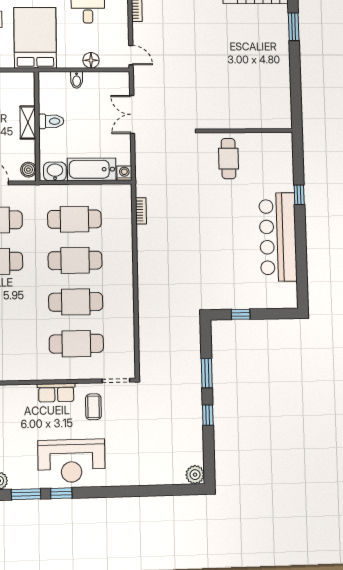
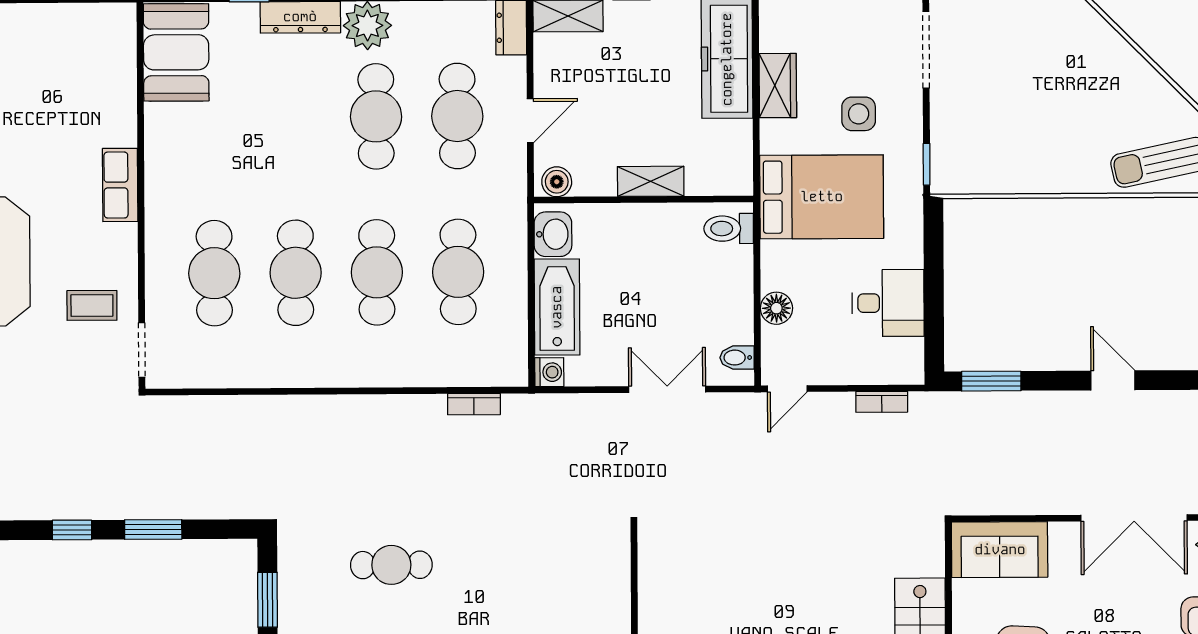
bidet: (77, 80) -> (737, 358), moved
toilet: (51, 121) -> (729, 229), moved, turned 90
cafe table: (229, 159) -> (391, 565), moved
window: (241, 314) -> (268, 600), width x1.50
row of seats: (56, 393) -> (120, 185), moved

